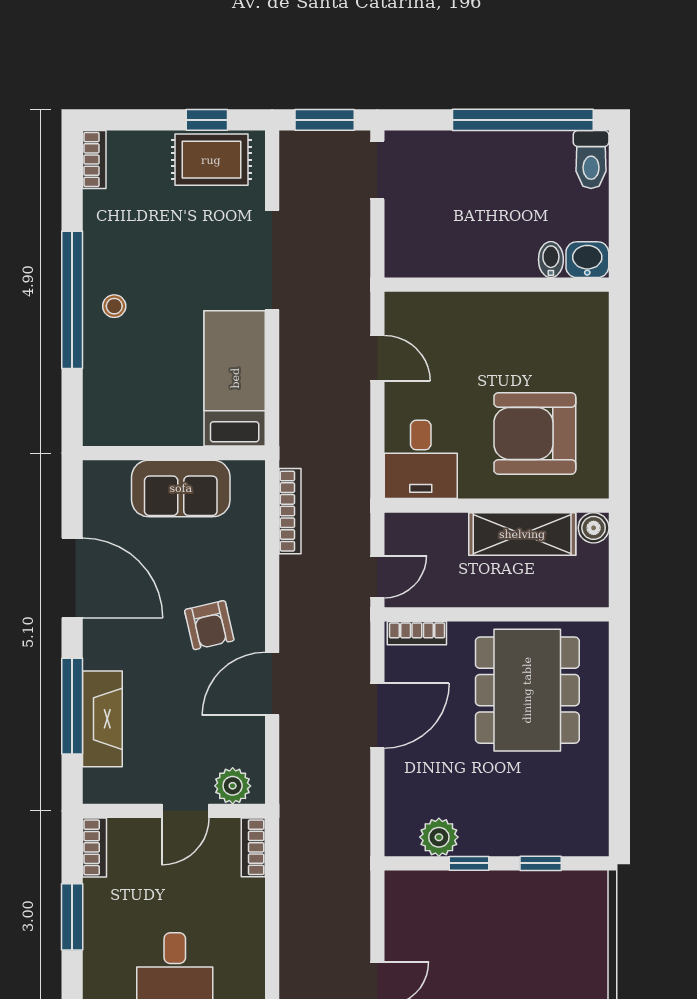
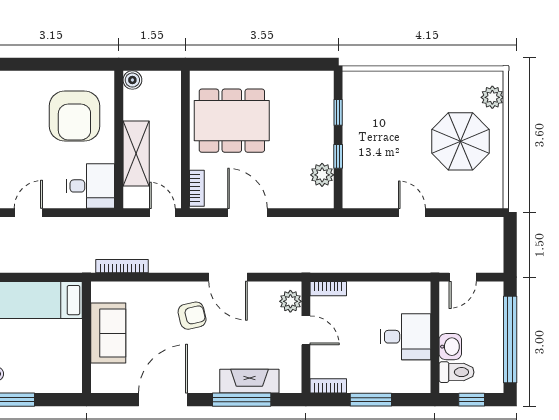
shelving: (522, 534) -> (136, 153), moved

